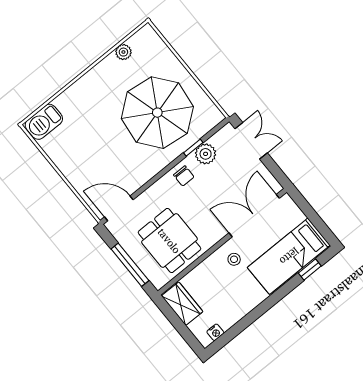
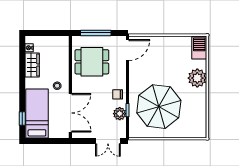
plant: (123, 52) -> (197, 78), moved, width x1.87, depth x1.87
wardrobe: (182, 304) -> (32, 65), moved, turned -90

